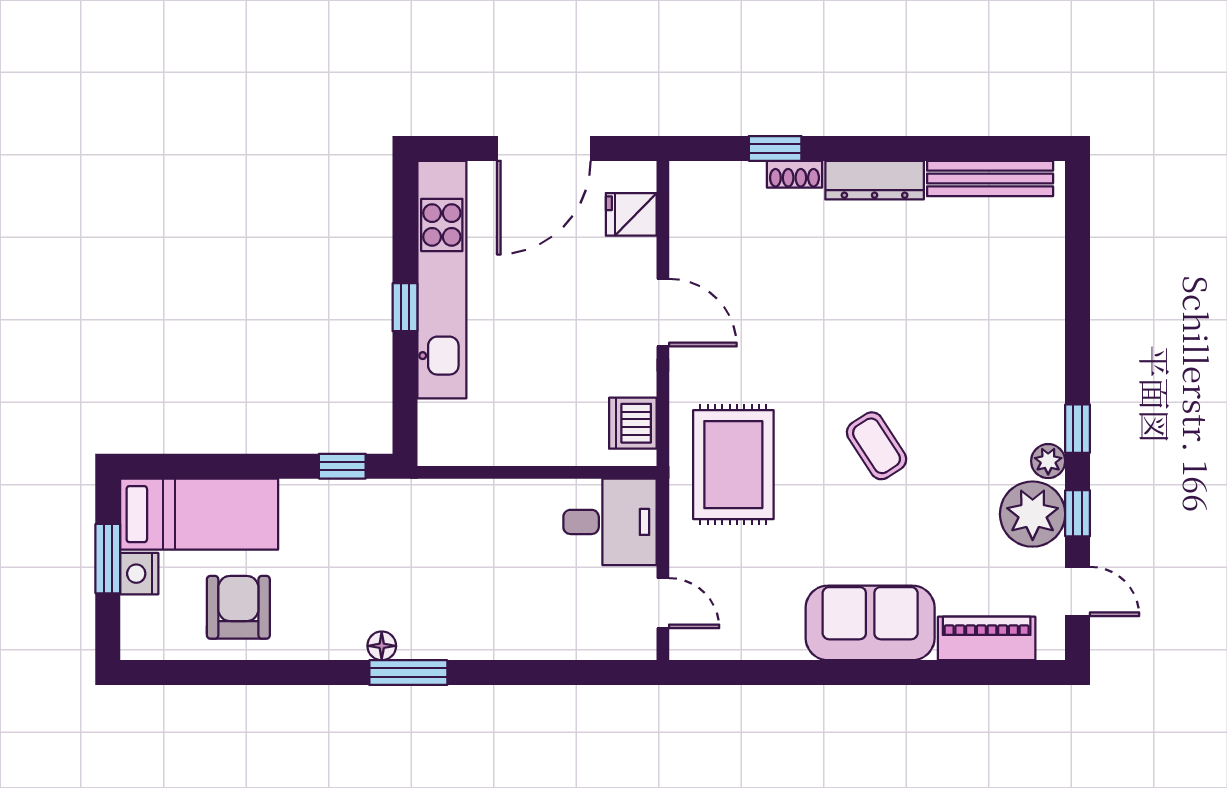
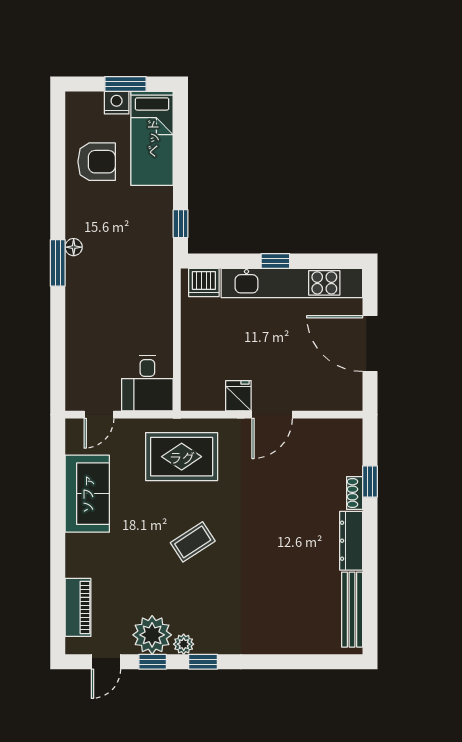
fridge: (631, 214) -> (238, 396), moved
dishwasher: (633, 423) -> (204, 282), moved, turned 180
sofa: (870, 623) -> (87, 494), moved

